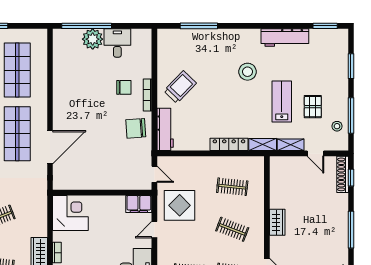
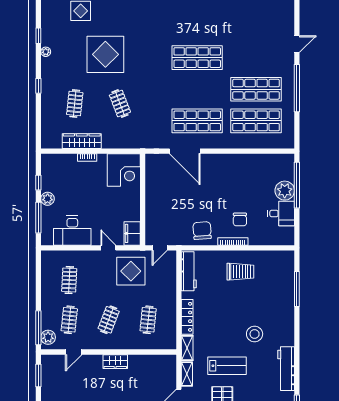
trolley: (180, 87) -> (240, 272), turned -44
workbench: (165, 129) -> (189, 271), moved, turned -90

